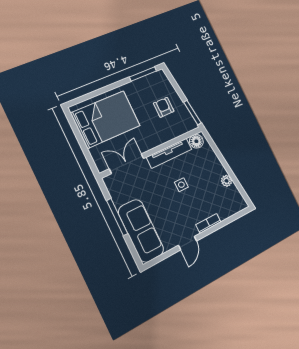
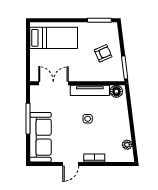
armchair: (164, 107) -> (103, 53), turned 66
bed: (106, 119) -> (54, 38), width x0.67
plant: (227, 181) -> (127, 145), moved

